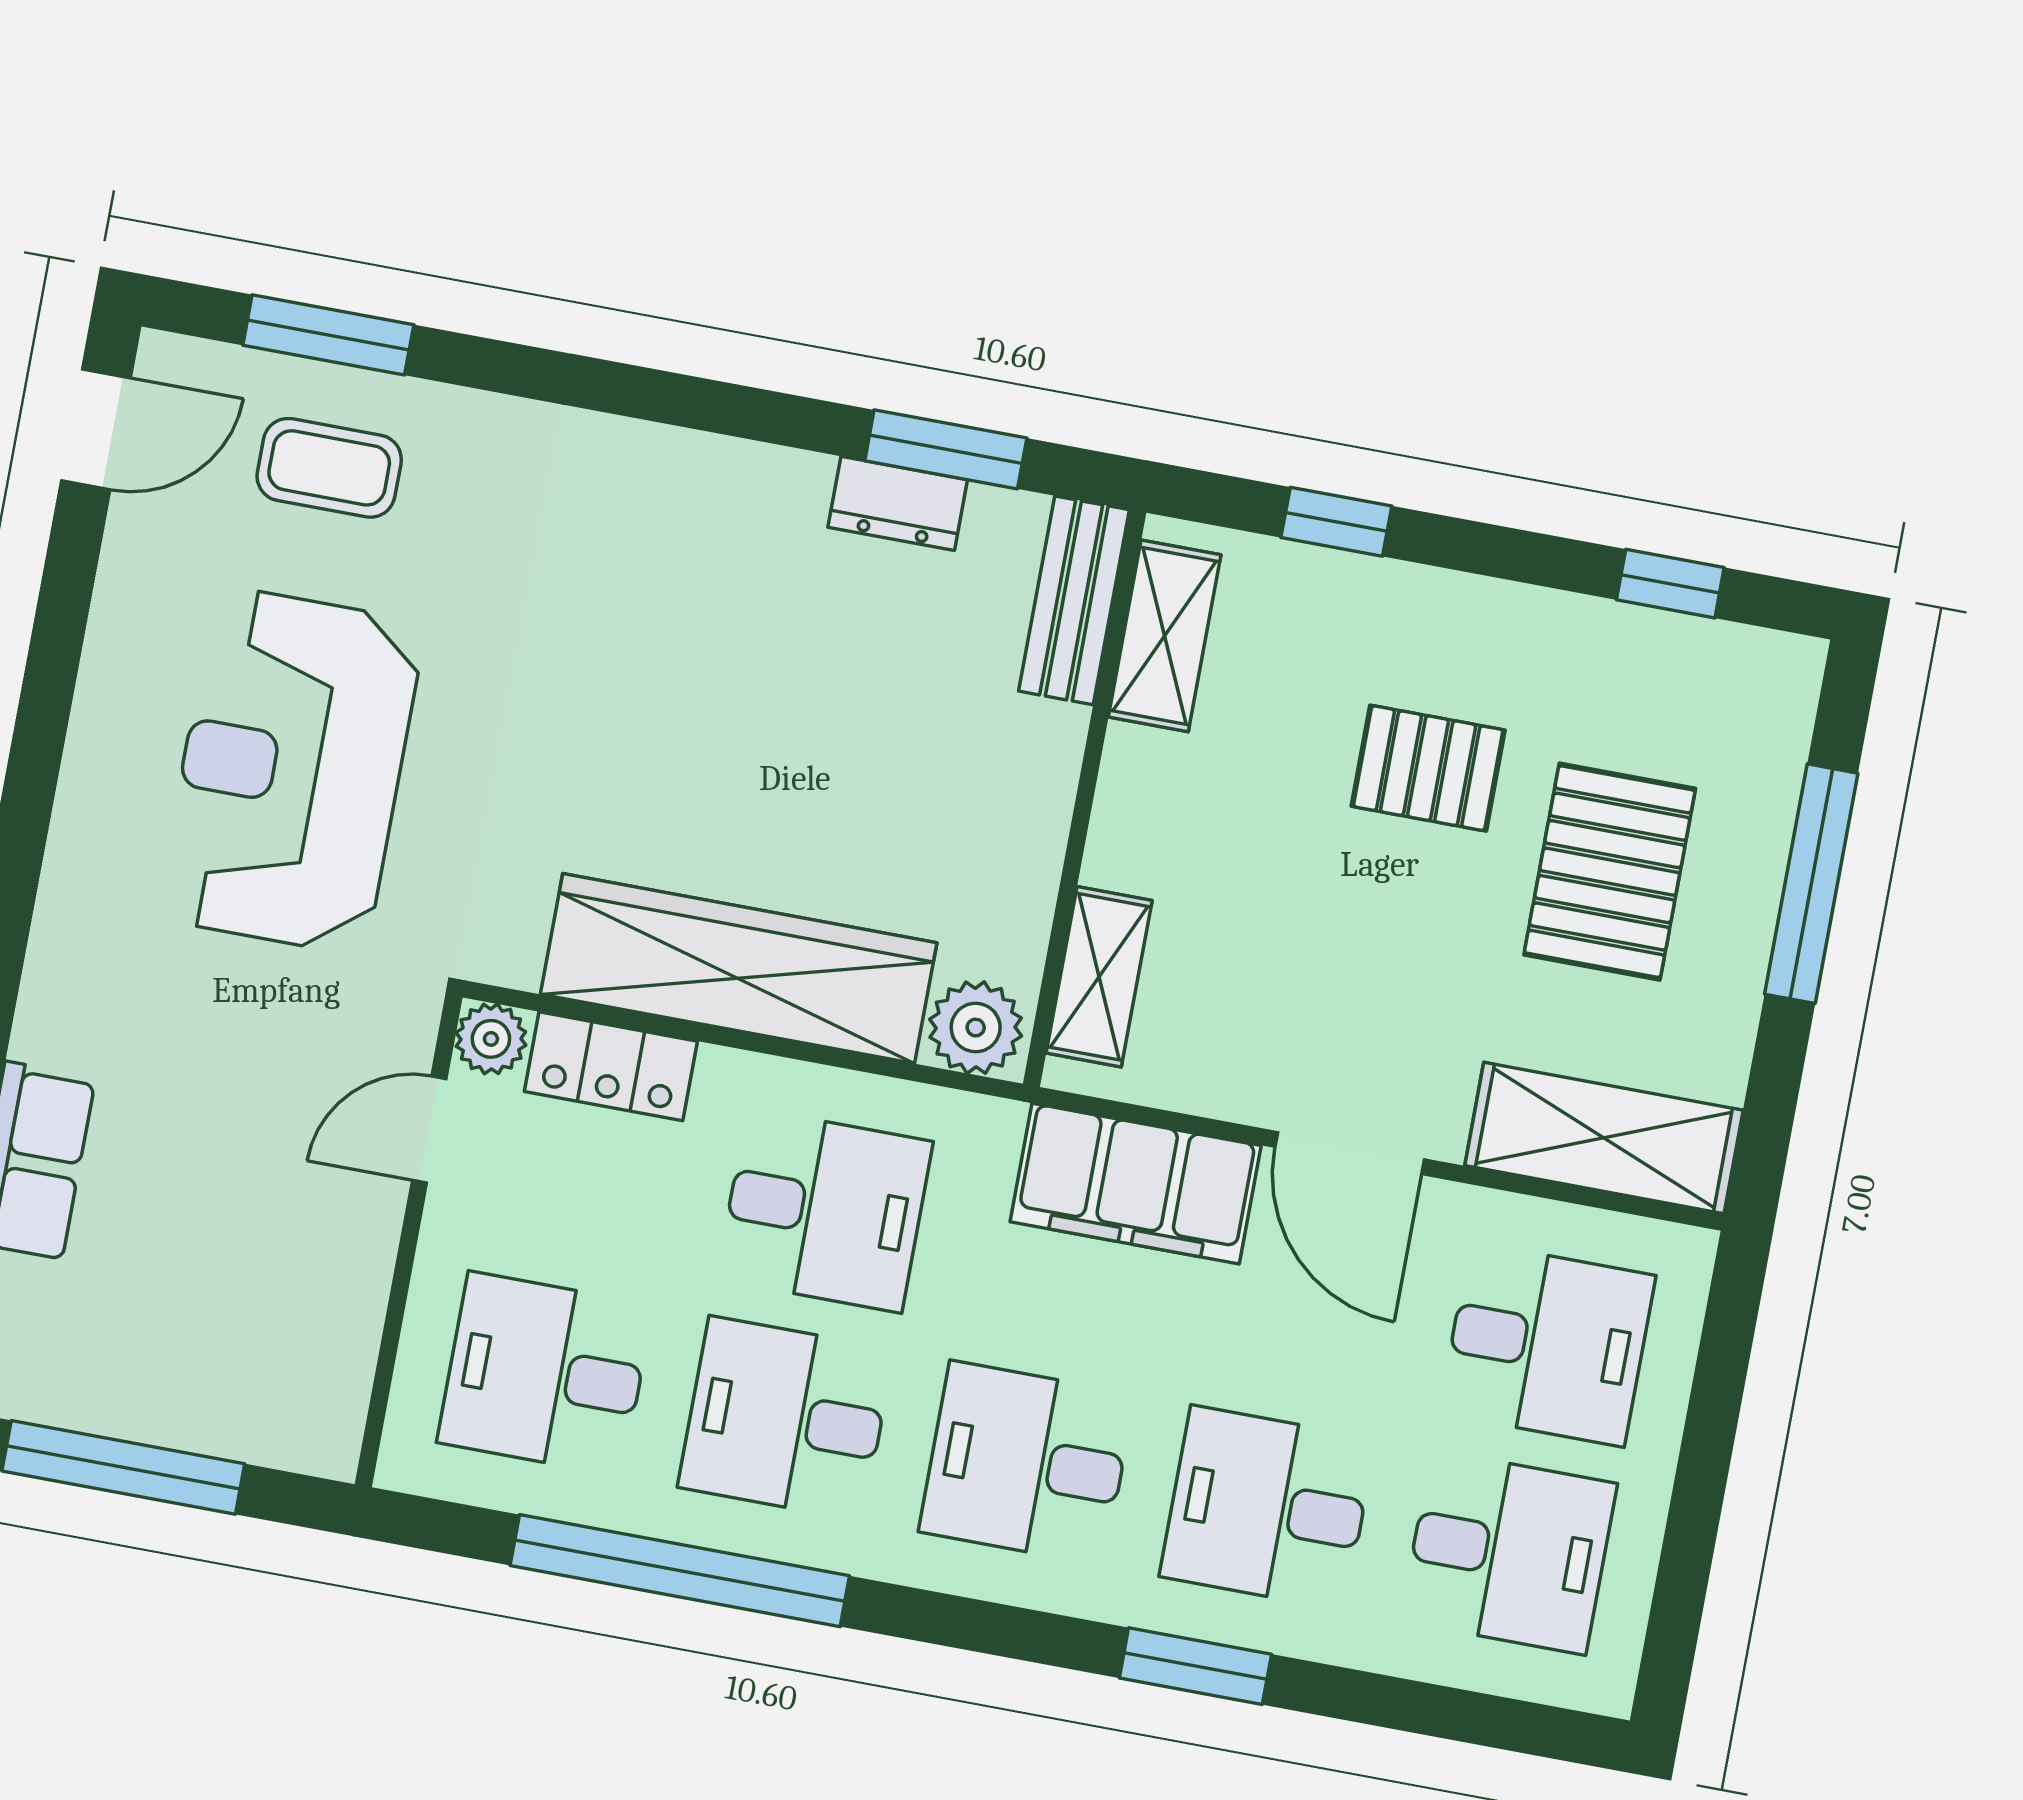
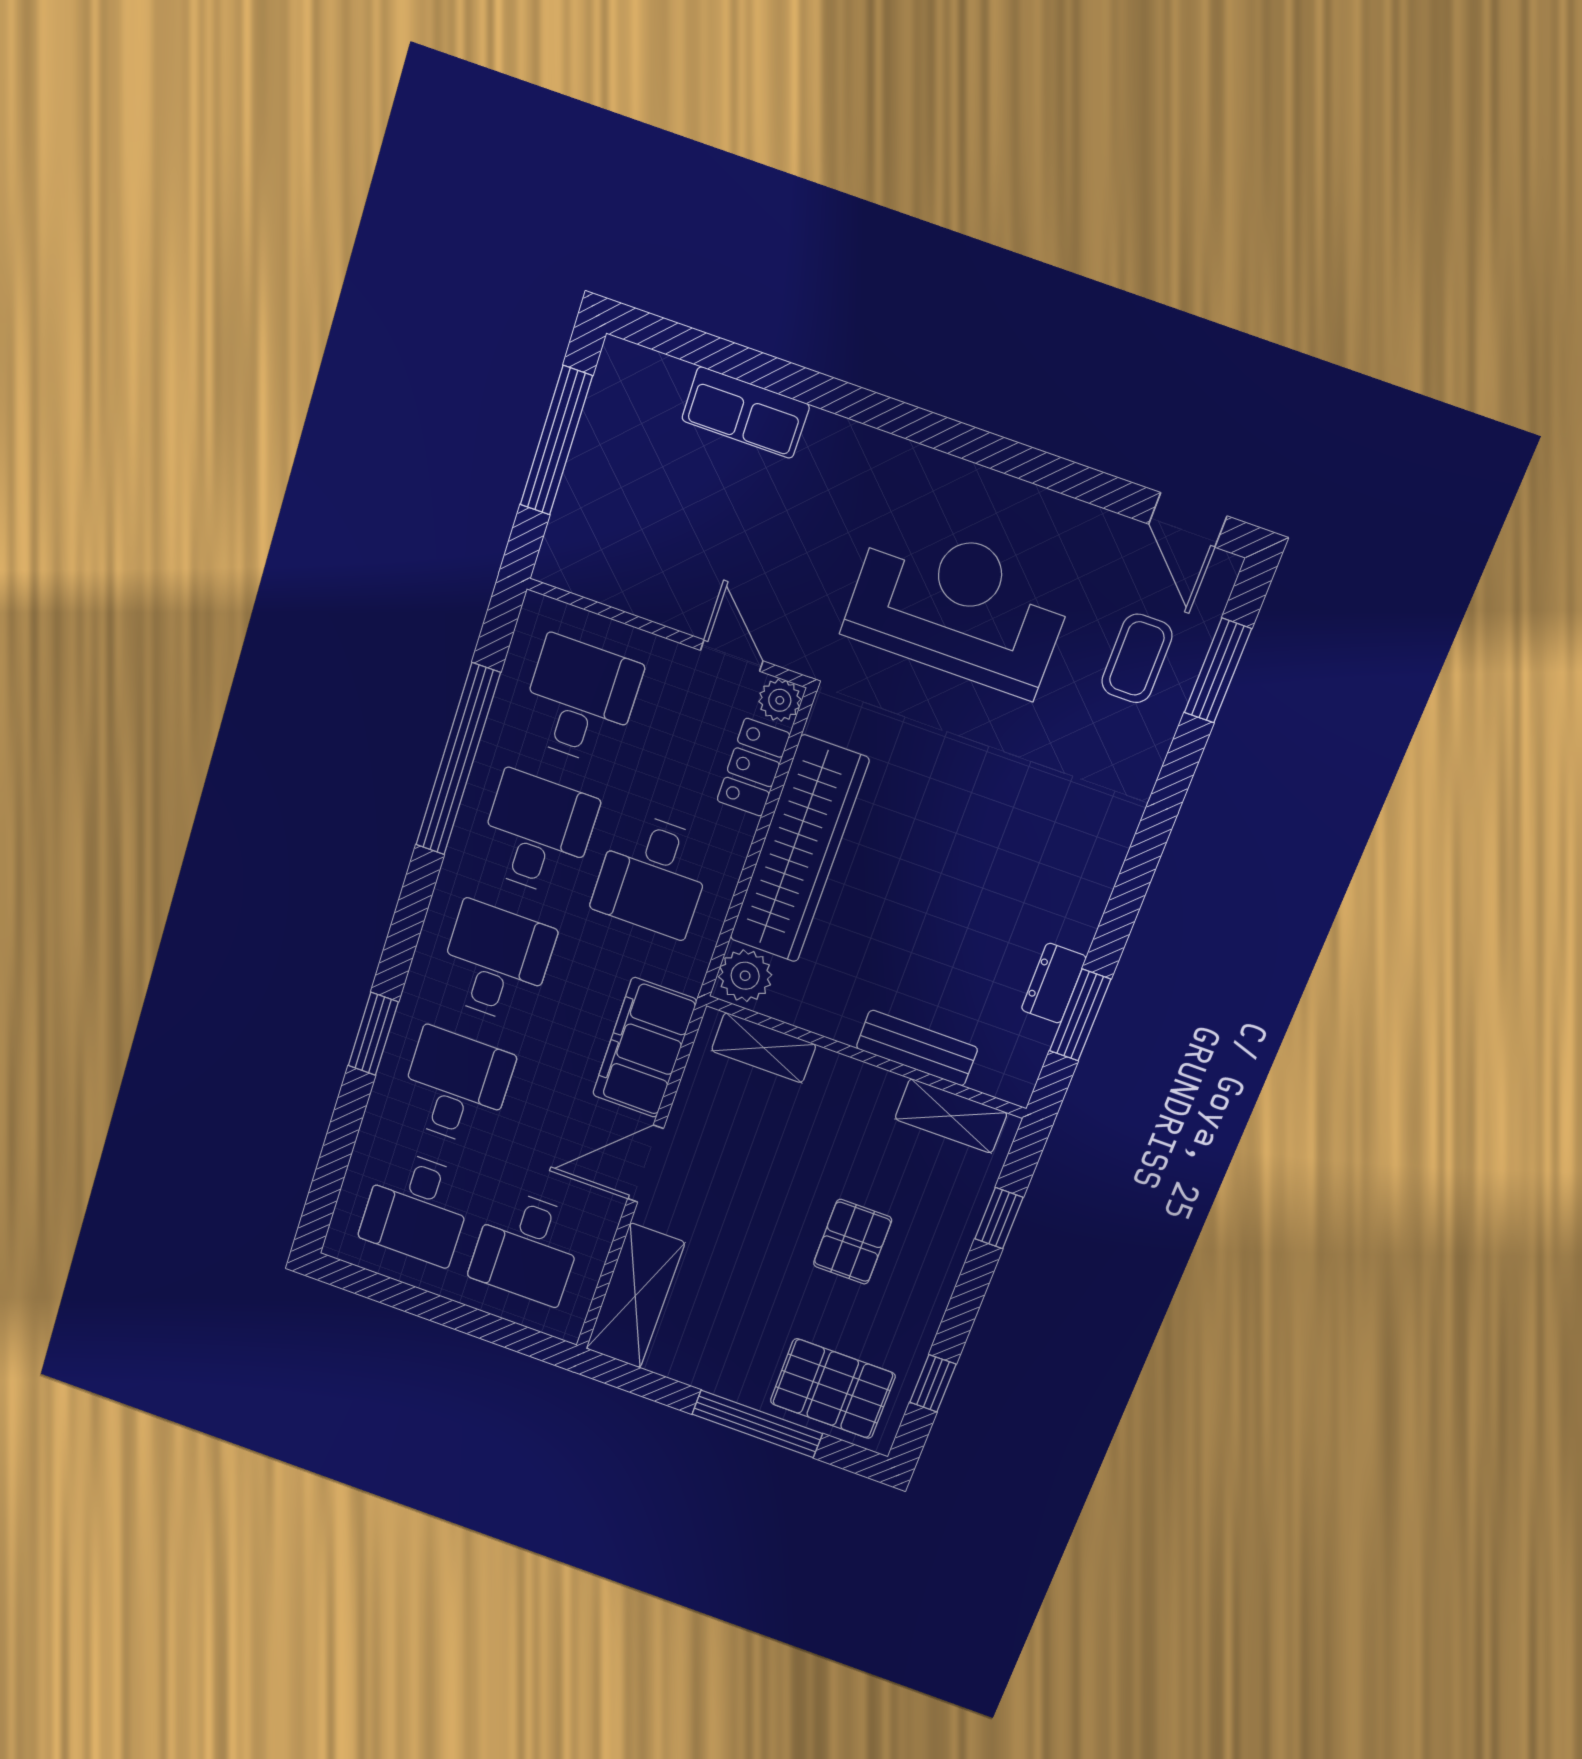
bench: (1074, 600) -> (917, 1048), moved
pallet: (1610, 872) -> (833, 1389), moved

